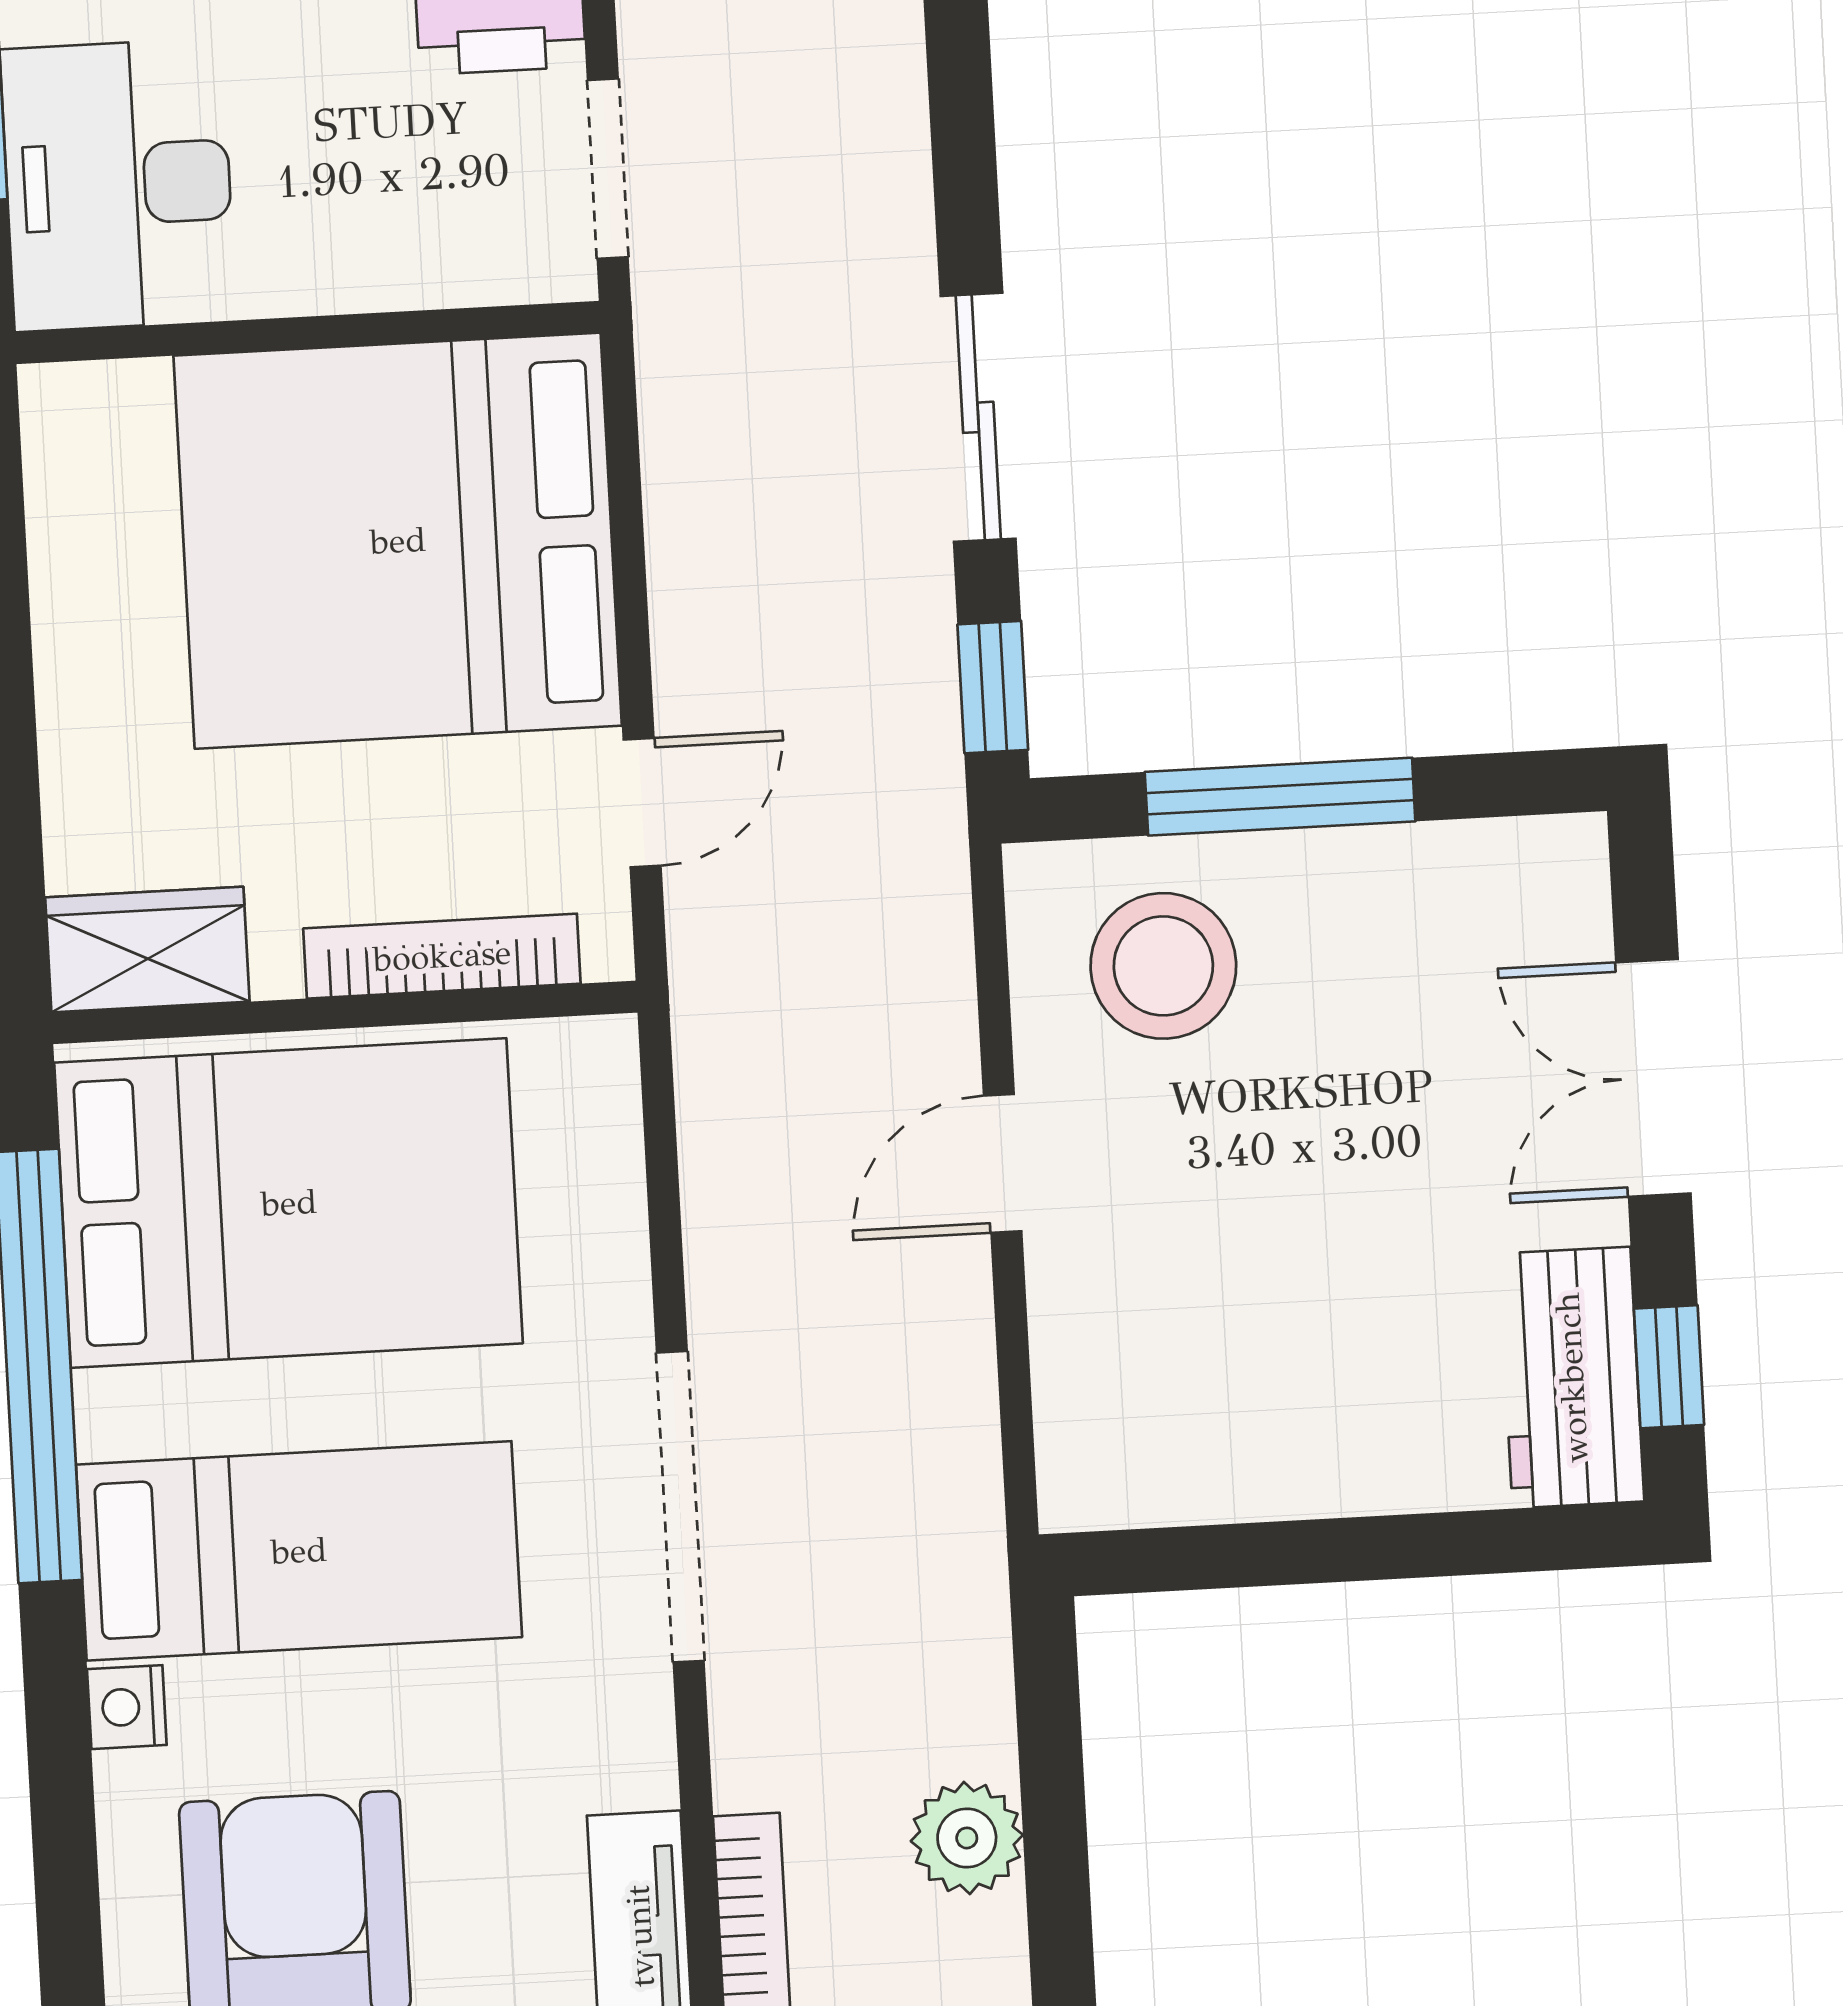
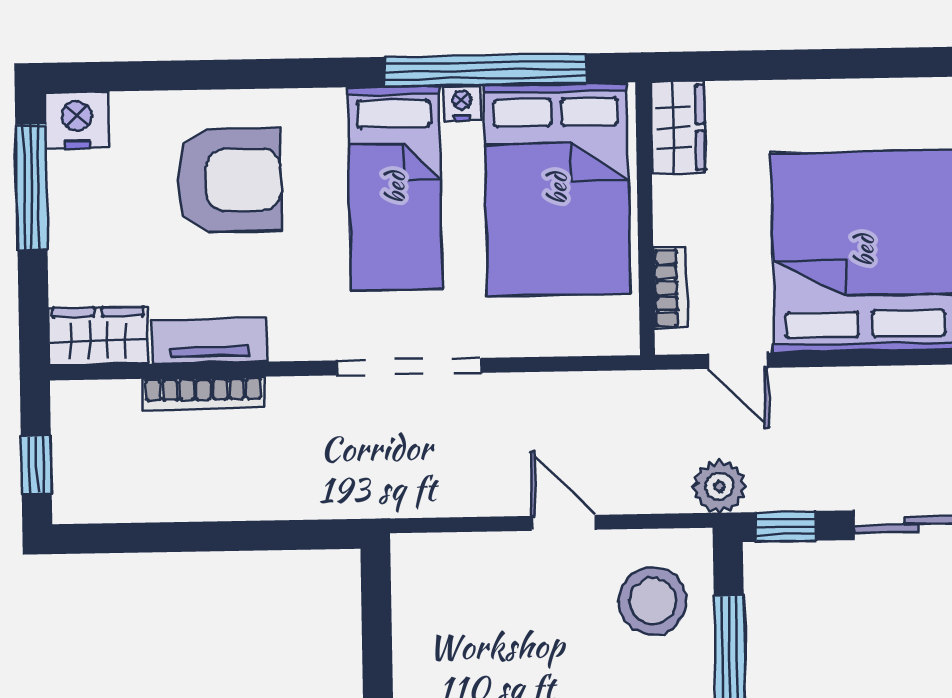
bookcase: (442, 956) -> (670, 288), width x0.64
nightstand: (127, 1707) -> (462, 103), moved
plant: (967, 1838) -> (719, 486), moved

